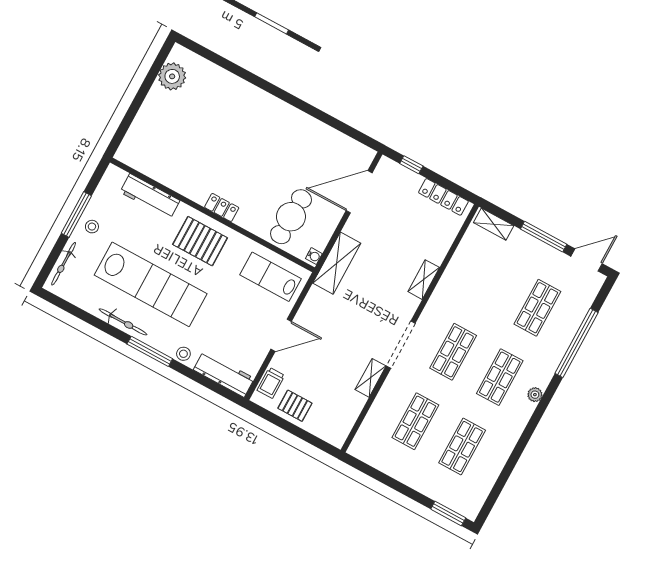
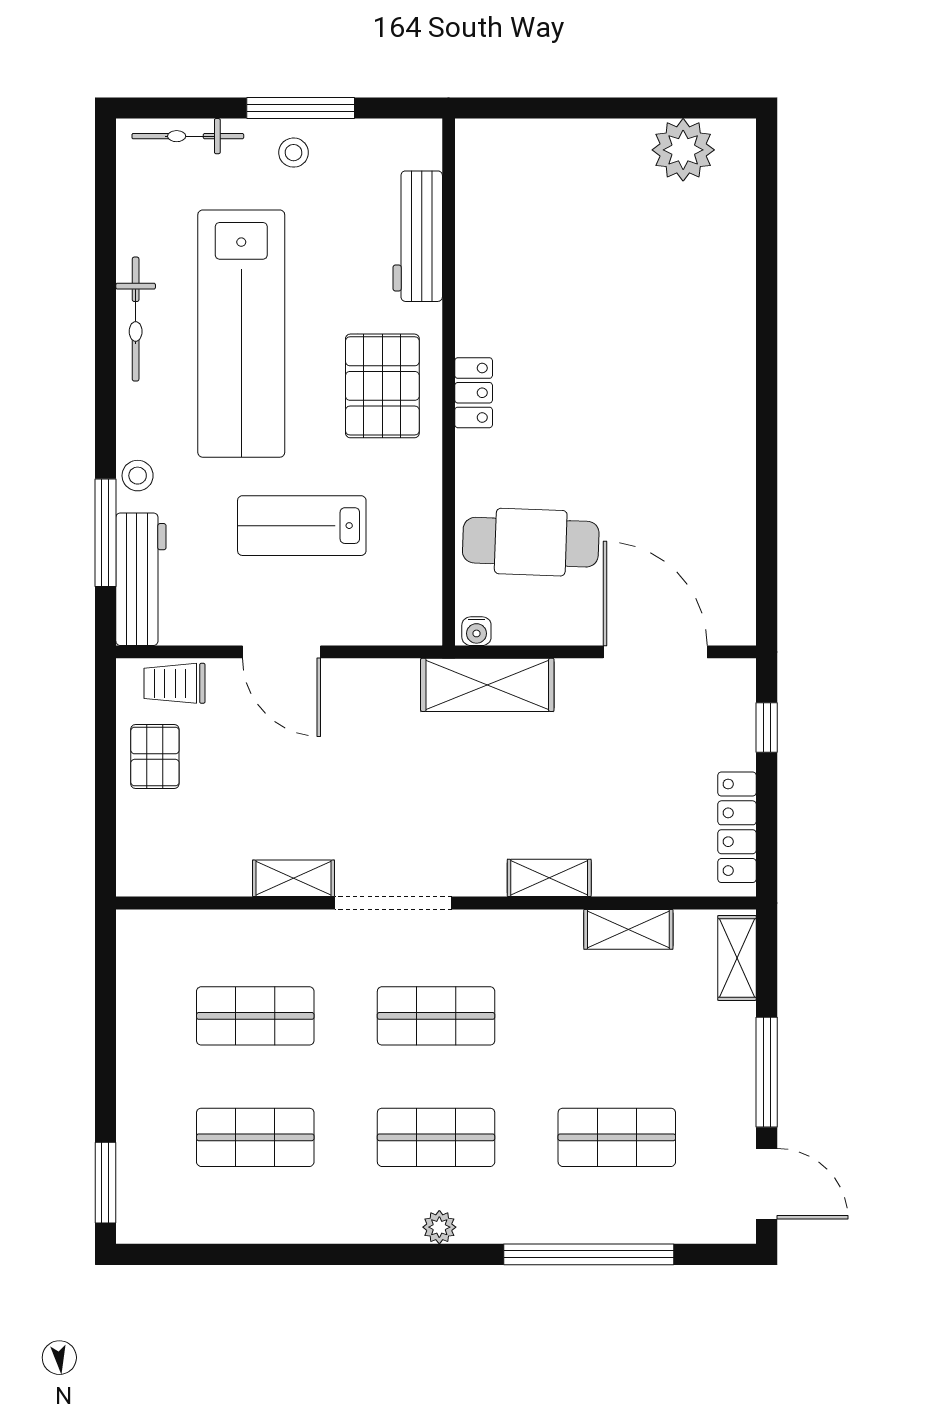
shelving: (460, 260) -> (628, 929), added
lab bench: (270, 277) -> (302, 526), moved, turned -90
window: (150, 351) -> (105, 533), moved

